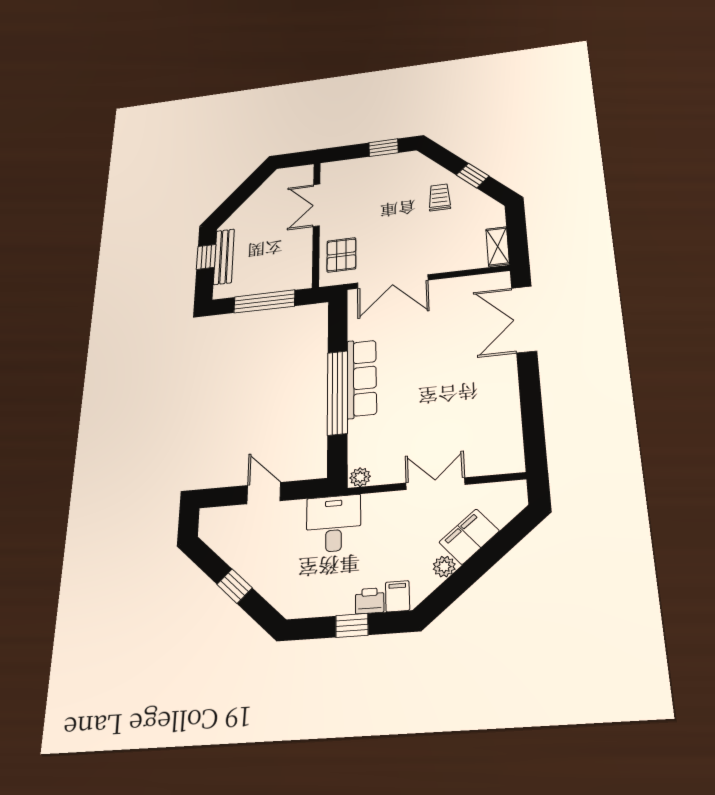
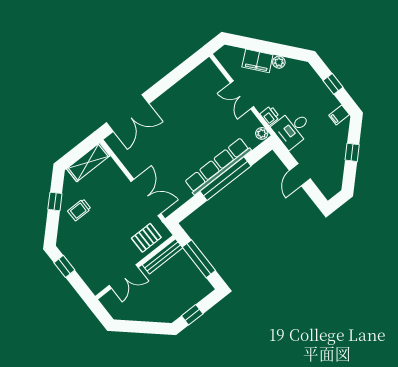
shelving: (498, 246) -> (88, 162), width x1.50, depth x1.33
bench: (224, 257) -> (163, 256), moved
row of seats: (362, 378) -> (218, 166), width x1.36
filing cabinet: (397, 596) -> (339, 115), moved
printer: (370, 601) -> (270, 116), moved, turned 180

